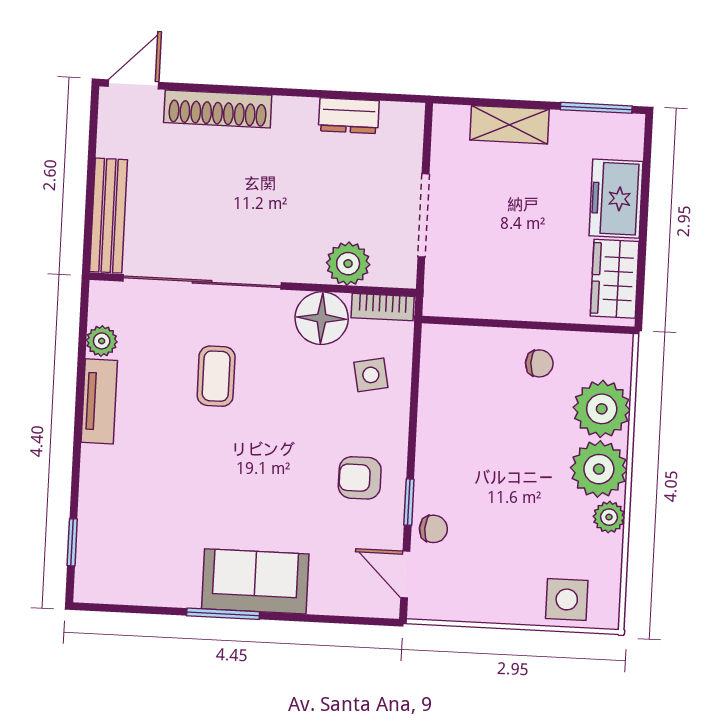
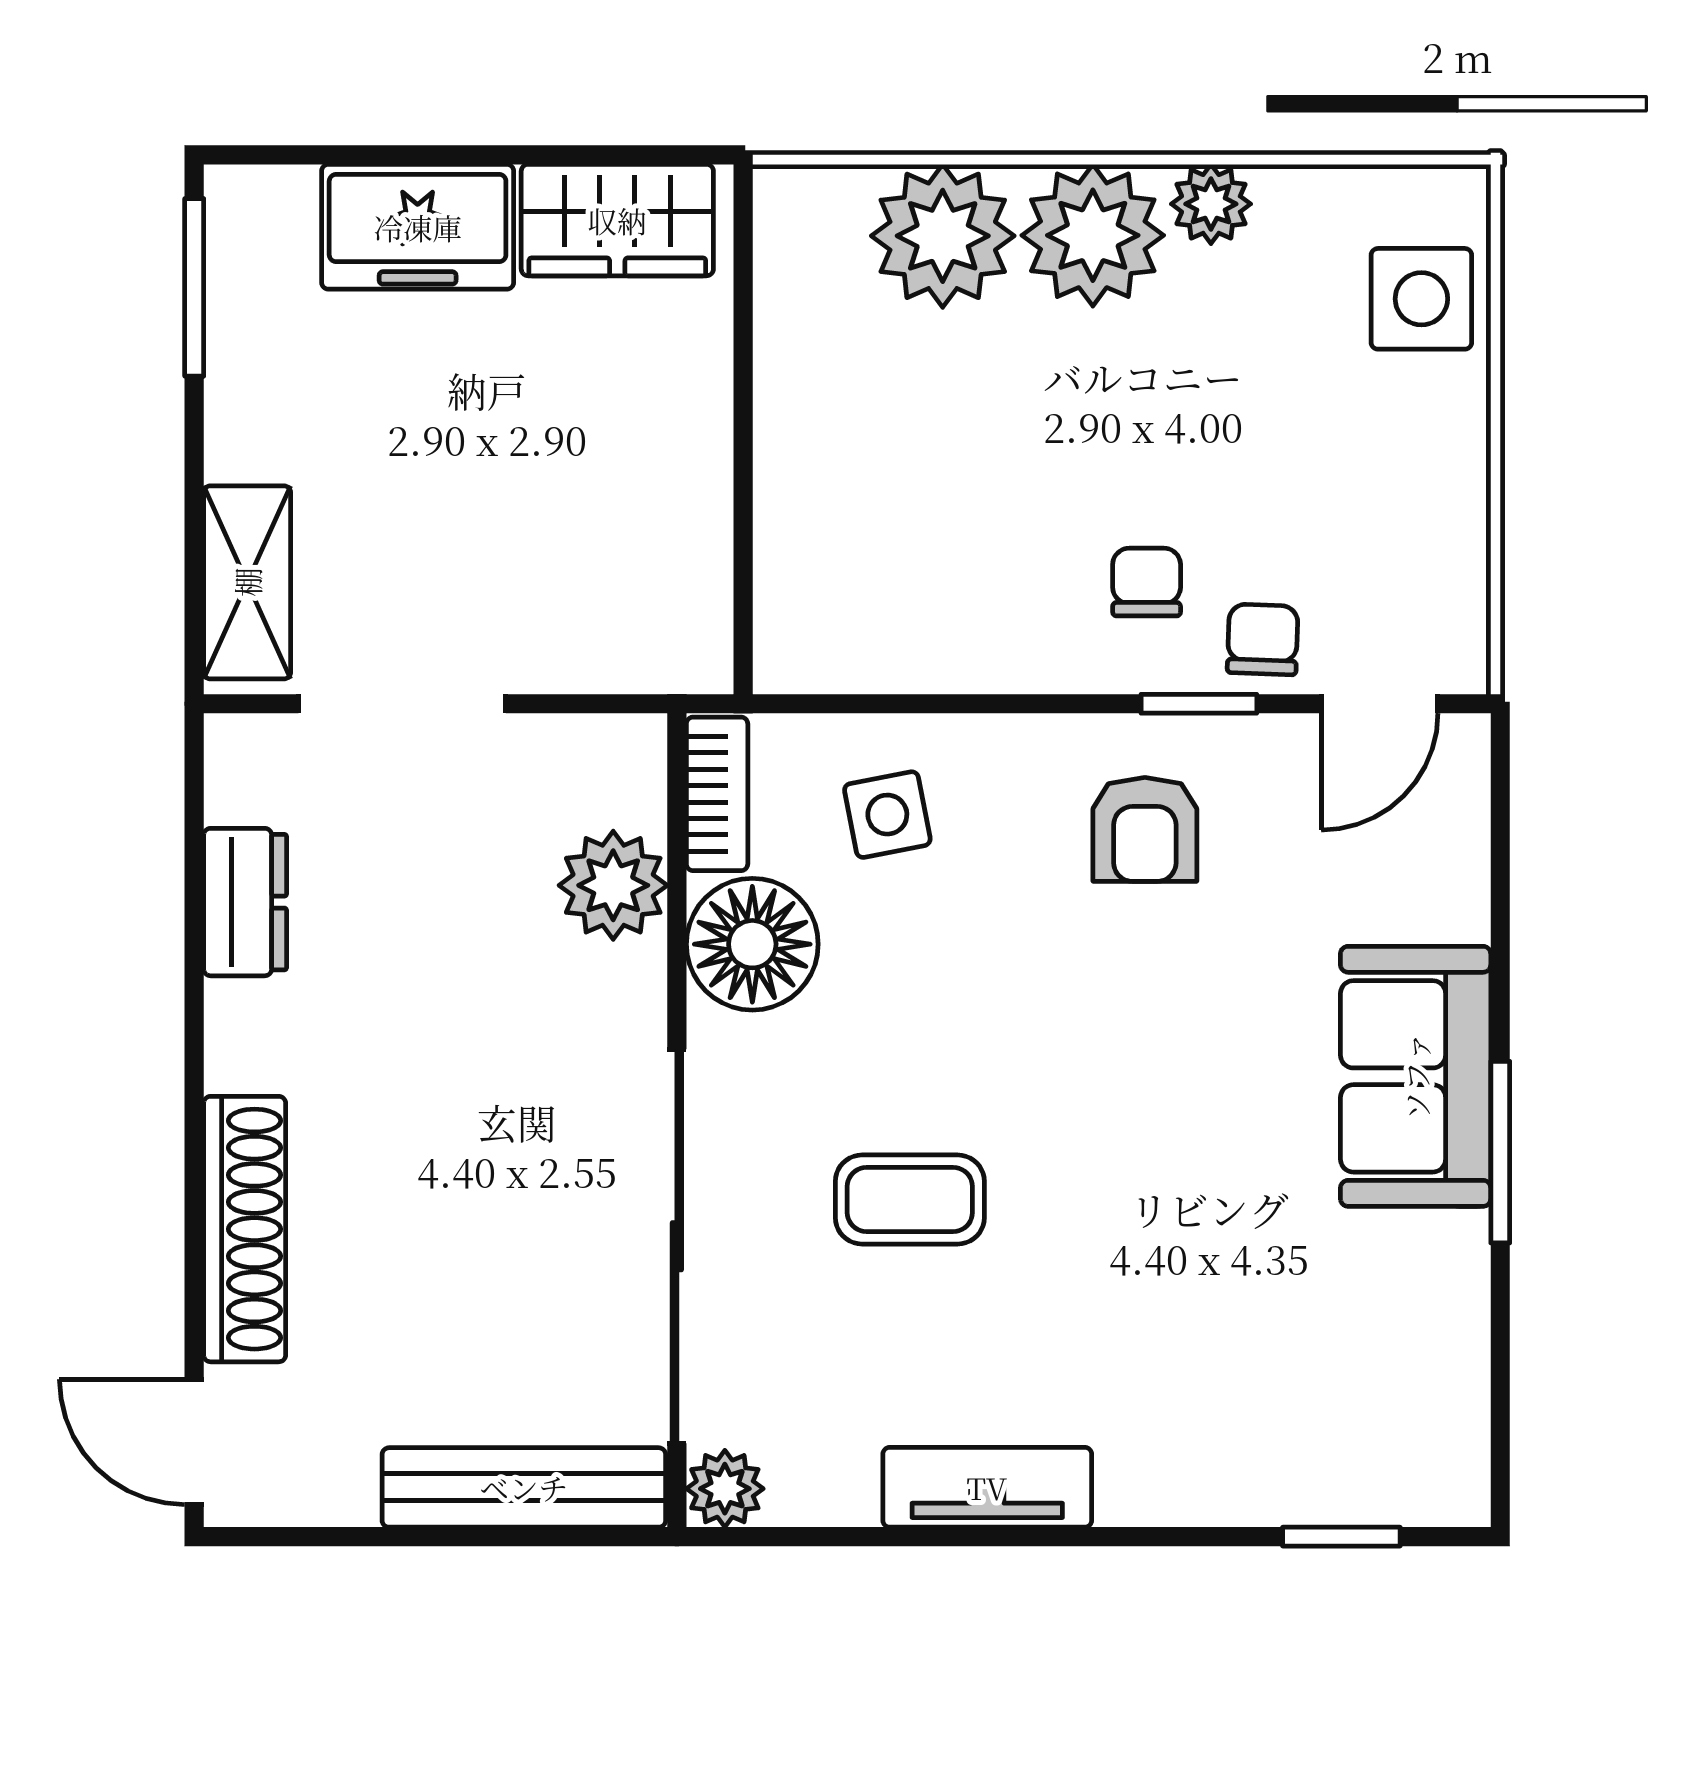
shelving: (509, 125) -> (247, 582), moved
doorway: (423, 215) -> (402, 704), moved
plant: (102, 341) -> (725, 1489), moved
chair: (539, 363) -> (1147, 582), moved

